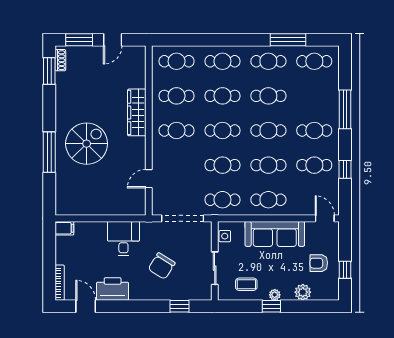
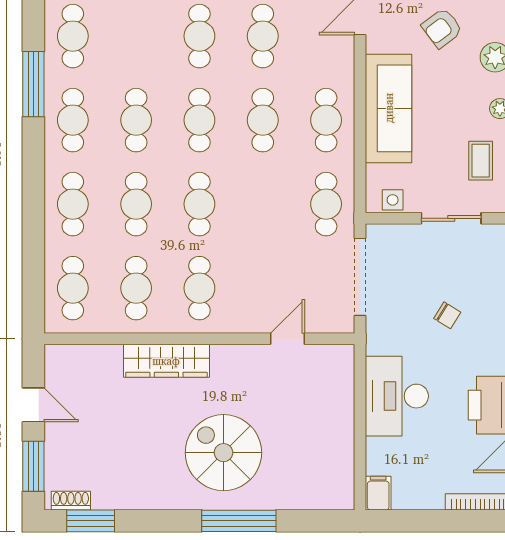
cafe table: (222, 165) -> (263, 204), removed
door: (149, 179) -> (287, 339), swing flipped
desk: (123, 238) -> (397, 396), width x1.37
armchair: (319, 263) -> (442, 28), turned 53
chair: (162, 266) -> (447, 315), width x0.54, depth x0.54

